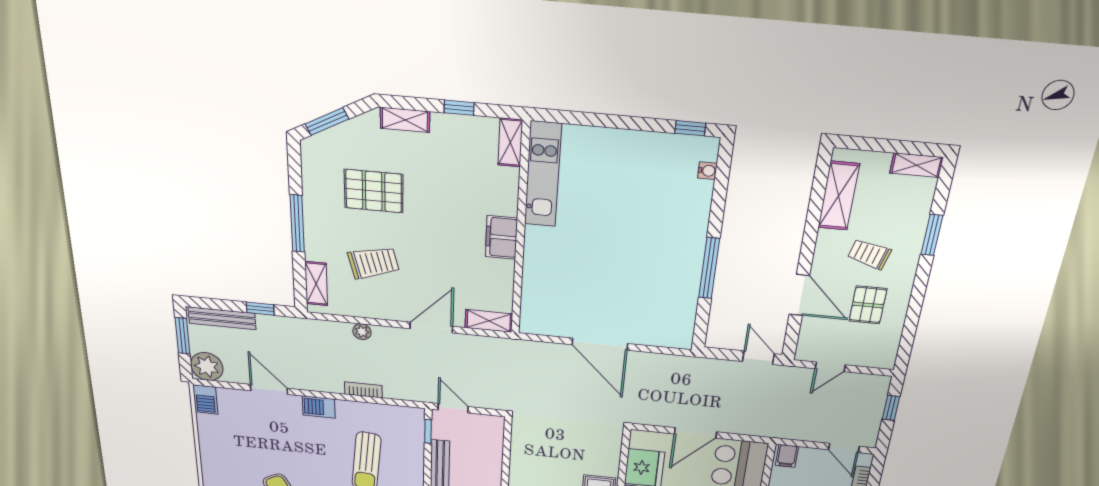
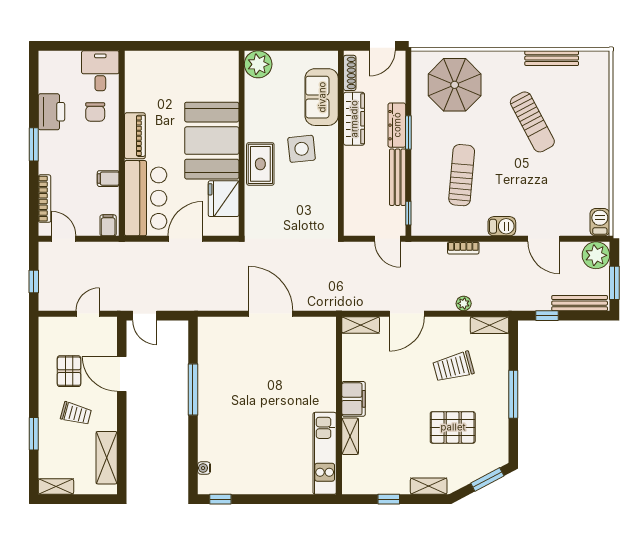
shelving: (510, 142) -> (350, 436), moved
shelving: (316, 284) -> (490, 325), moved, turned 90

